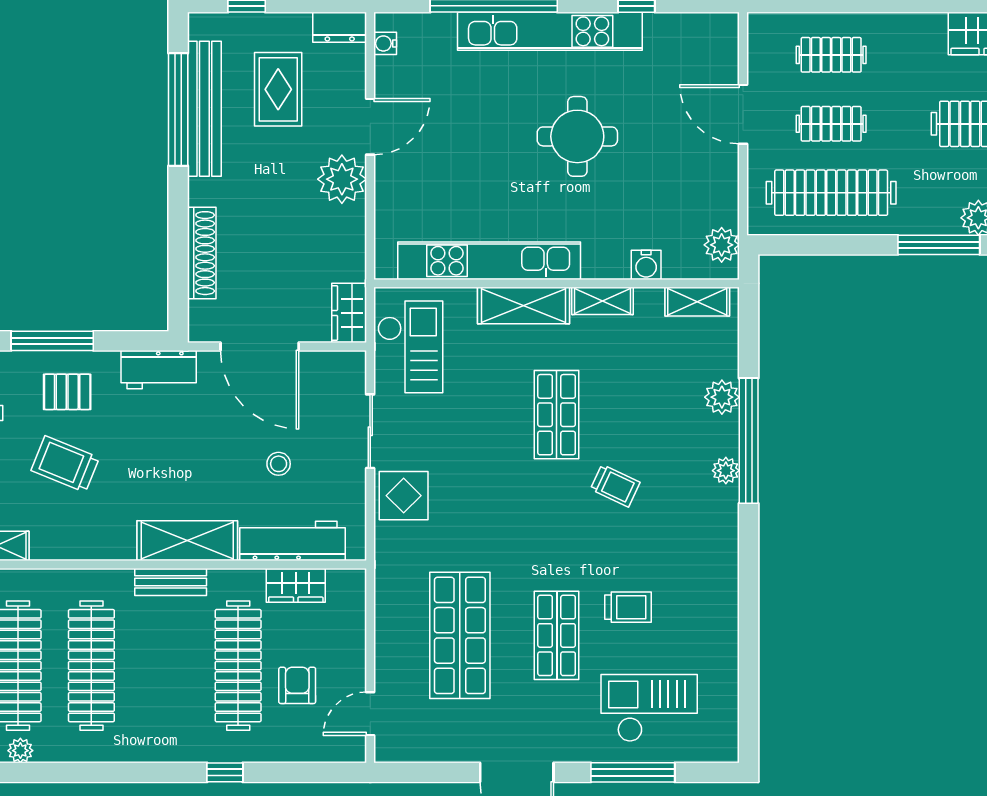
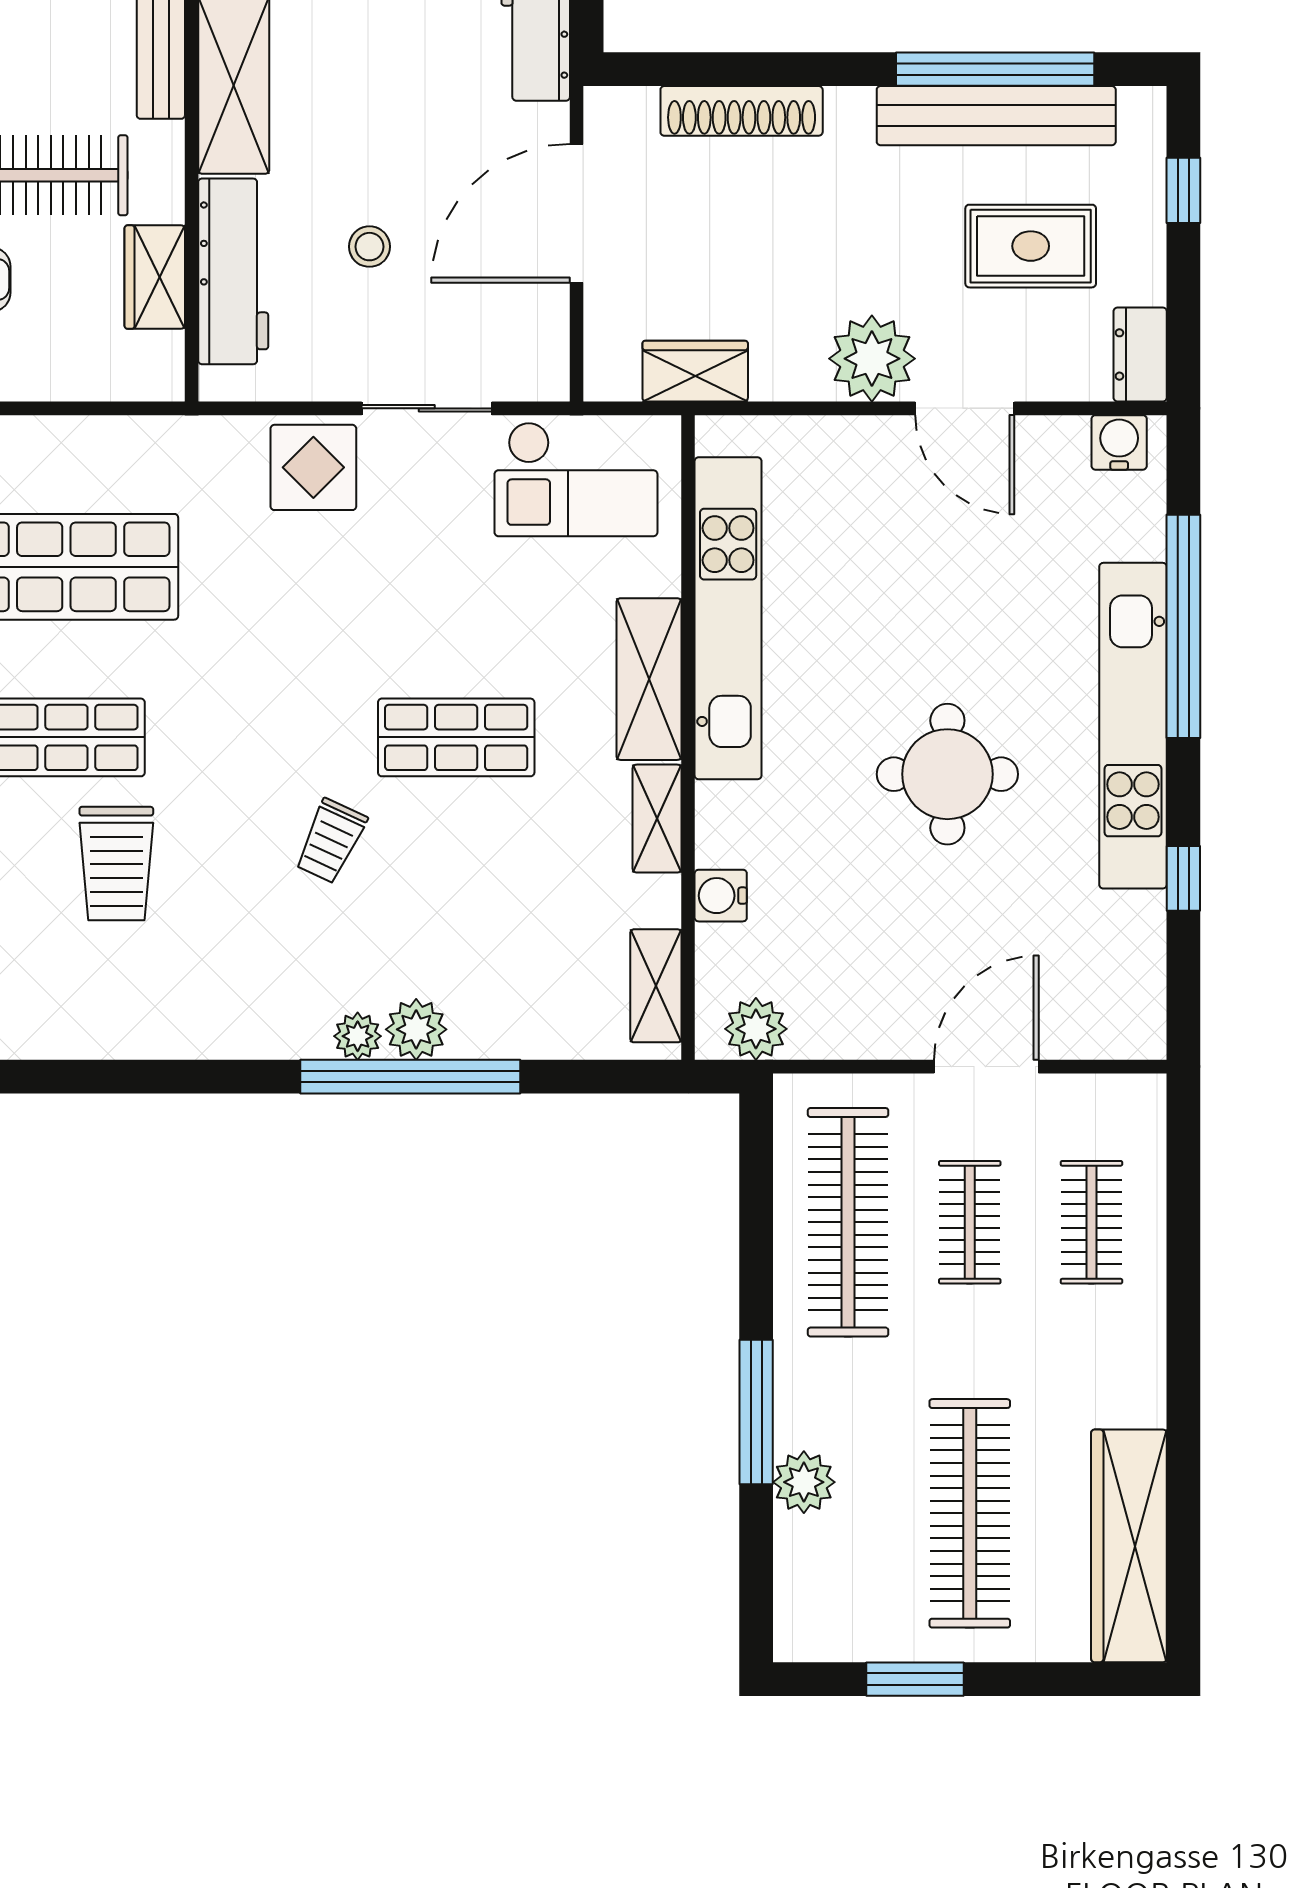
water cooler: (385, 43) -> (1119, 442), width x1.38, depth x1.38
wardrobe: (349, 313) -> (695, 371), moved
plant: (722, 397) -> (416, 1029), moved
trolley: (628, 607) -> (116, 863), width x1.36, depth x1.39

